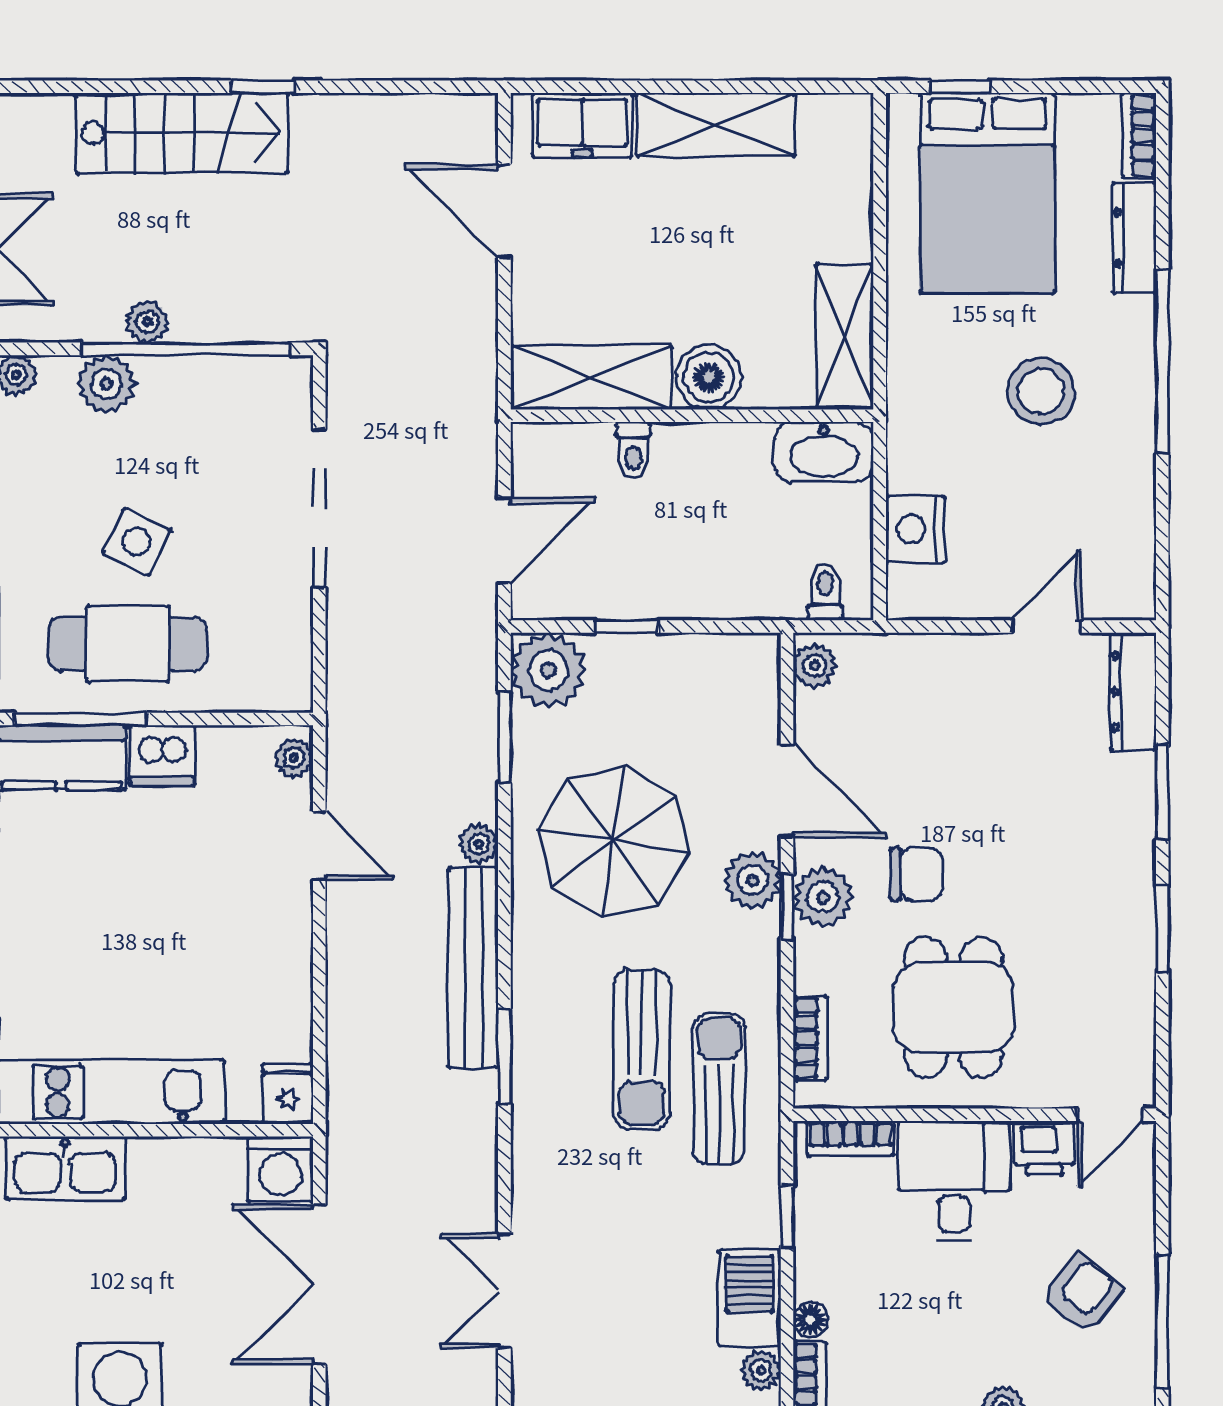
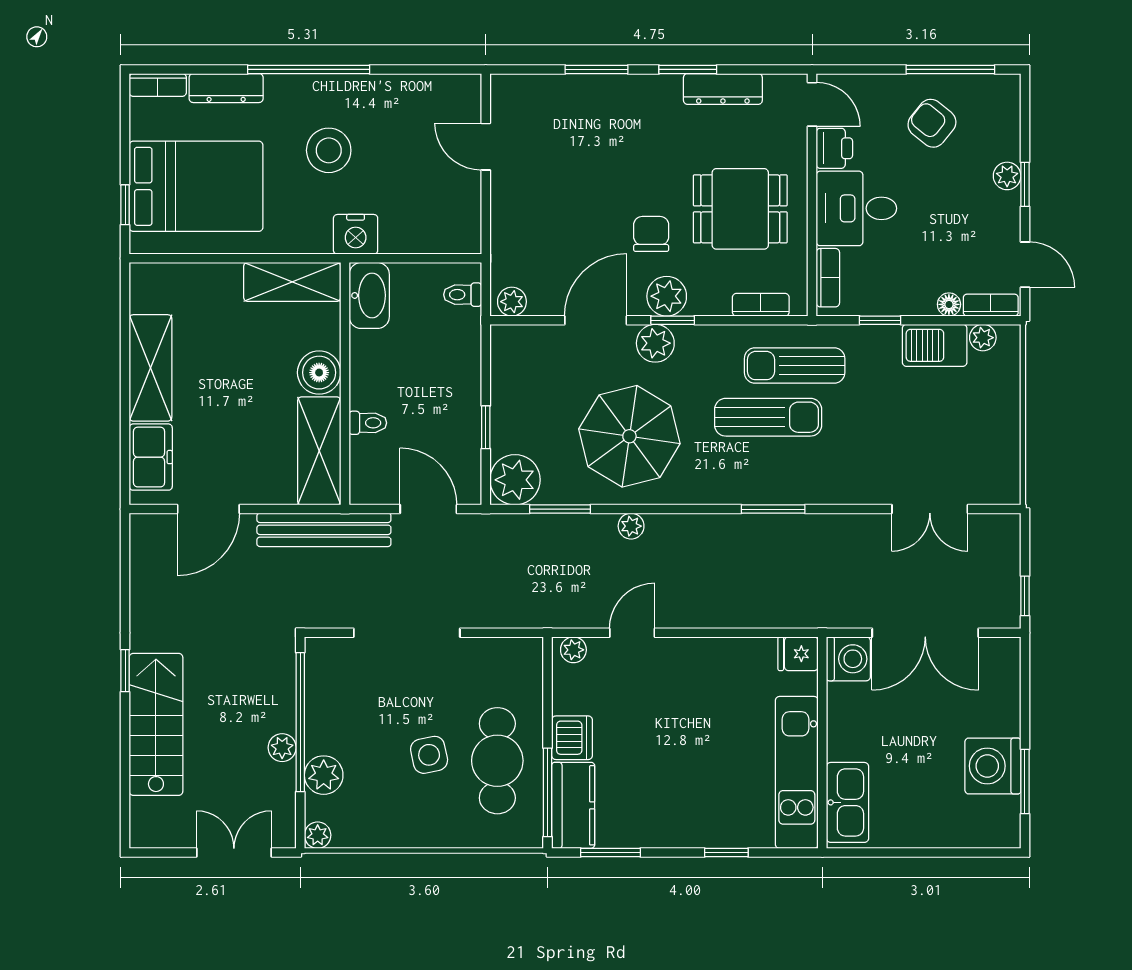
nightstand: (916, 529) -> (356, 234), moved
side table: (137, 542) -> (429, 755), turned -38
dresser: (1133, 692) -> (723, 89), moved
bench: (473, 968) -> (324, 530), moved

